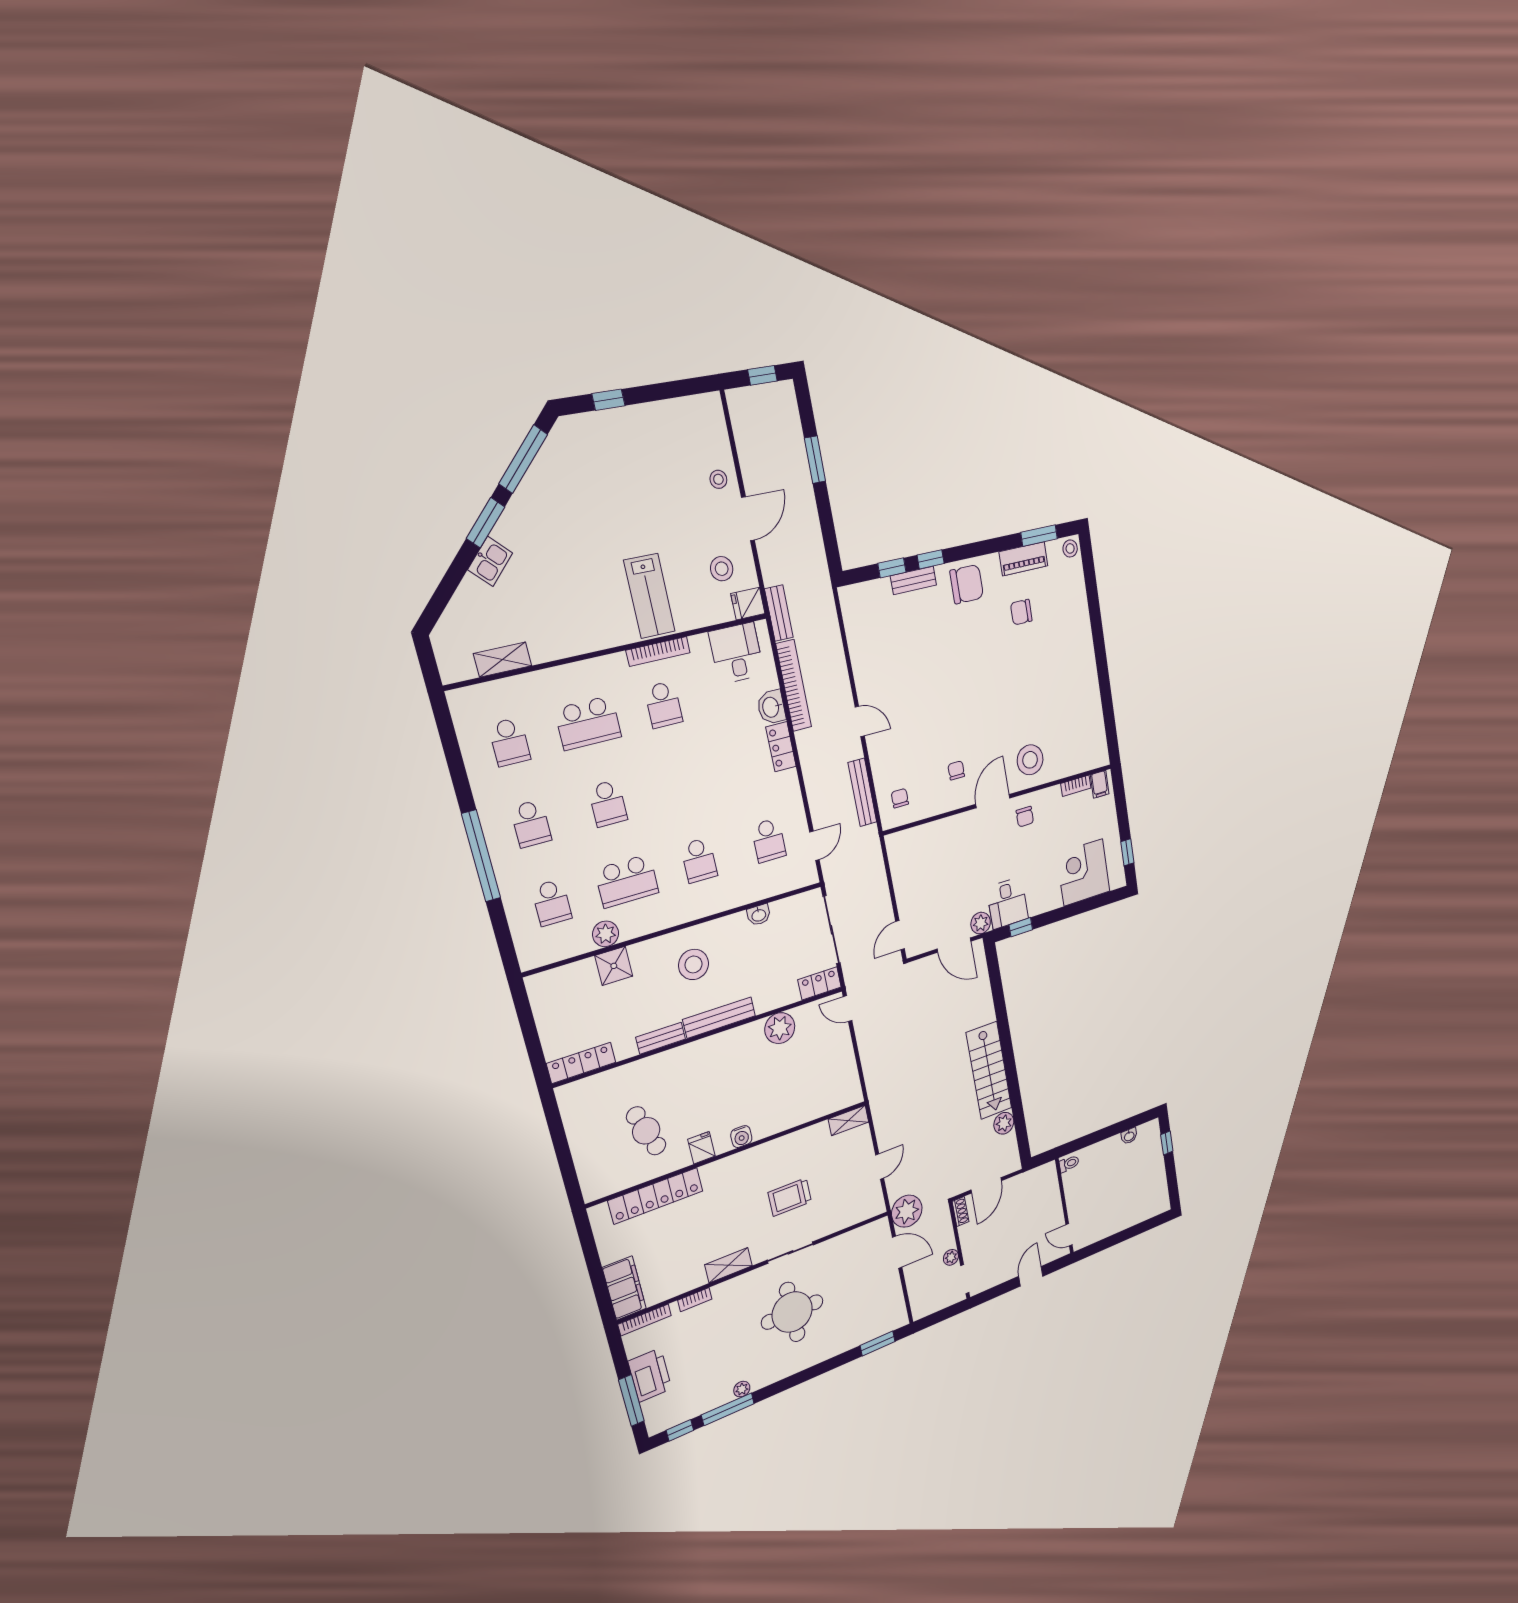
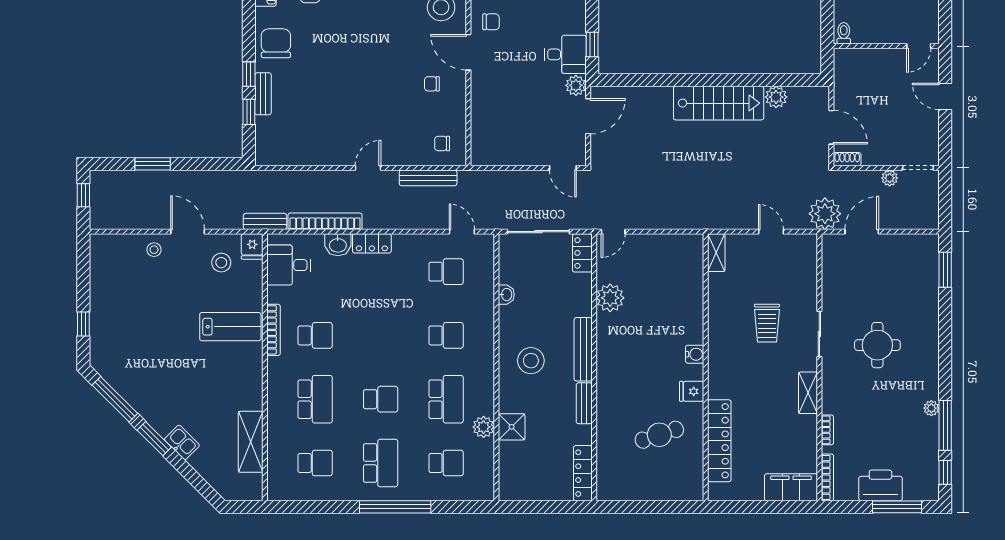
shelving: (503, 660) -> (251, 442), width x1.50, depth x1.33
school desk: (531, 824) -> (381, 463), width x1.85
round table: (792, 1312) -> (877, 345), width x0.73, depth x0.73

